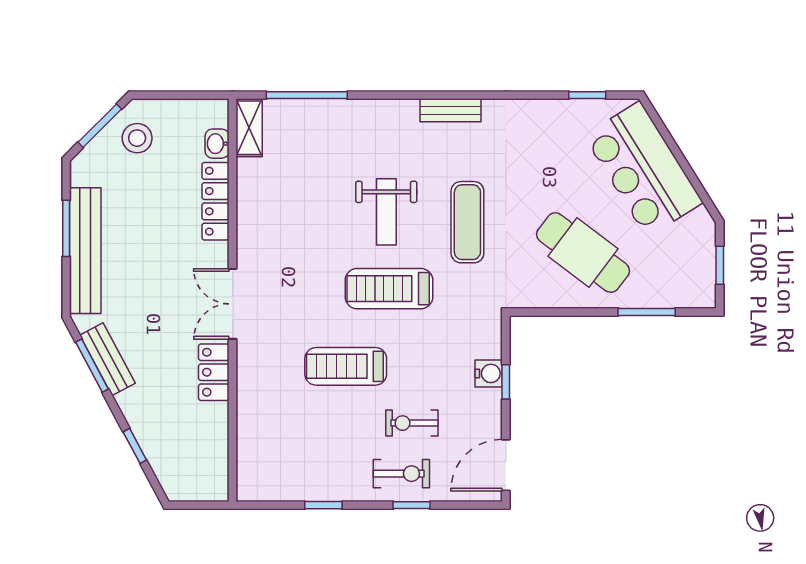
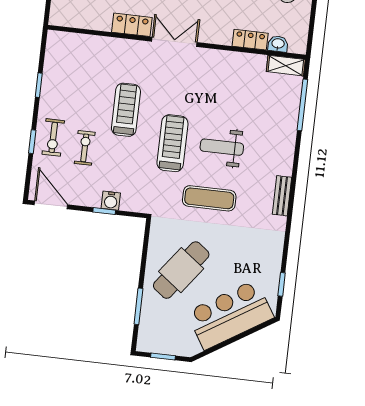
locker: (215, 201) -> (250, 40), width x0.66

